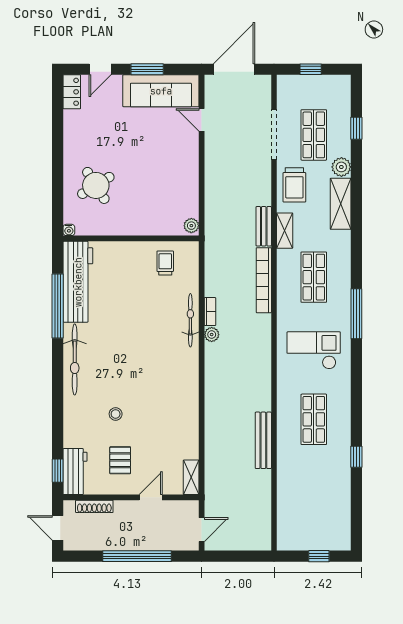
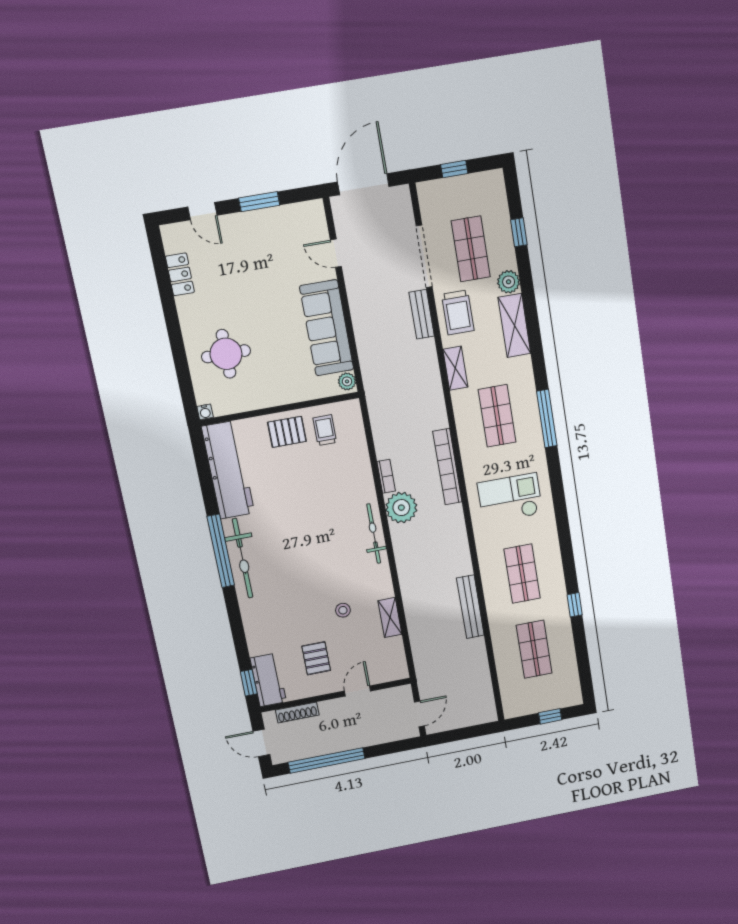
door: (100, 69) -> (202, 211), hinge flipped
sofa: (161, 91) -> (327, 328), moved, turned 90
locker: (72, 92) -> (180, 274), moved
round table: (96, 185) -> (226, 354), turned 32
bench: (264, 226) -> (422, 314), moved
pallet: (133, 259) -> (287, 432), added
bookcase: (264, 280) -> (447, 467), moved
window: (58, 306) -> (221, 551), moved
window: (356, 314) -> (547, 418), moved
bicycle: (190, 320) -> (374, 534), moved
plant: (212, 335) -> (401, 508), width x1.87, depth x1.87
stool: (116, 414) -> (343, 610), moved
shelving: (191, 477) -> (390, 618), moved
shop shelf: (314, 490) -> (534, 649), added
window: (137, 556) -> (327, 760), moved

